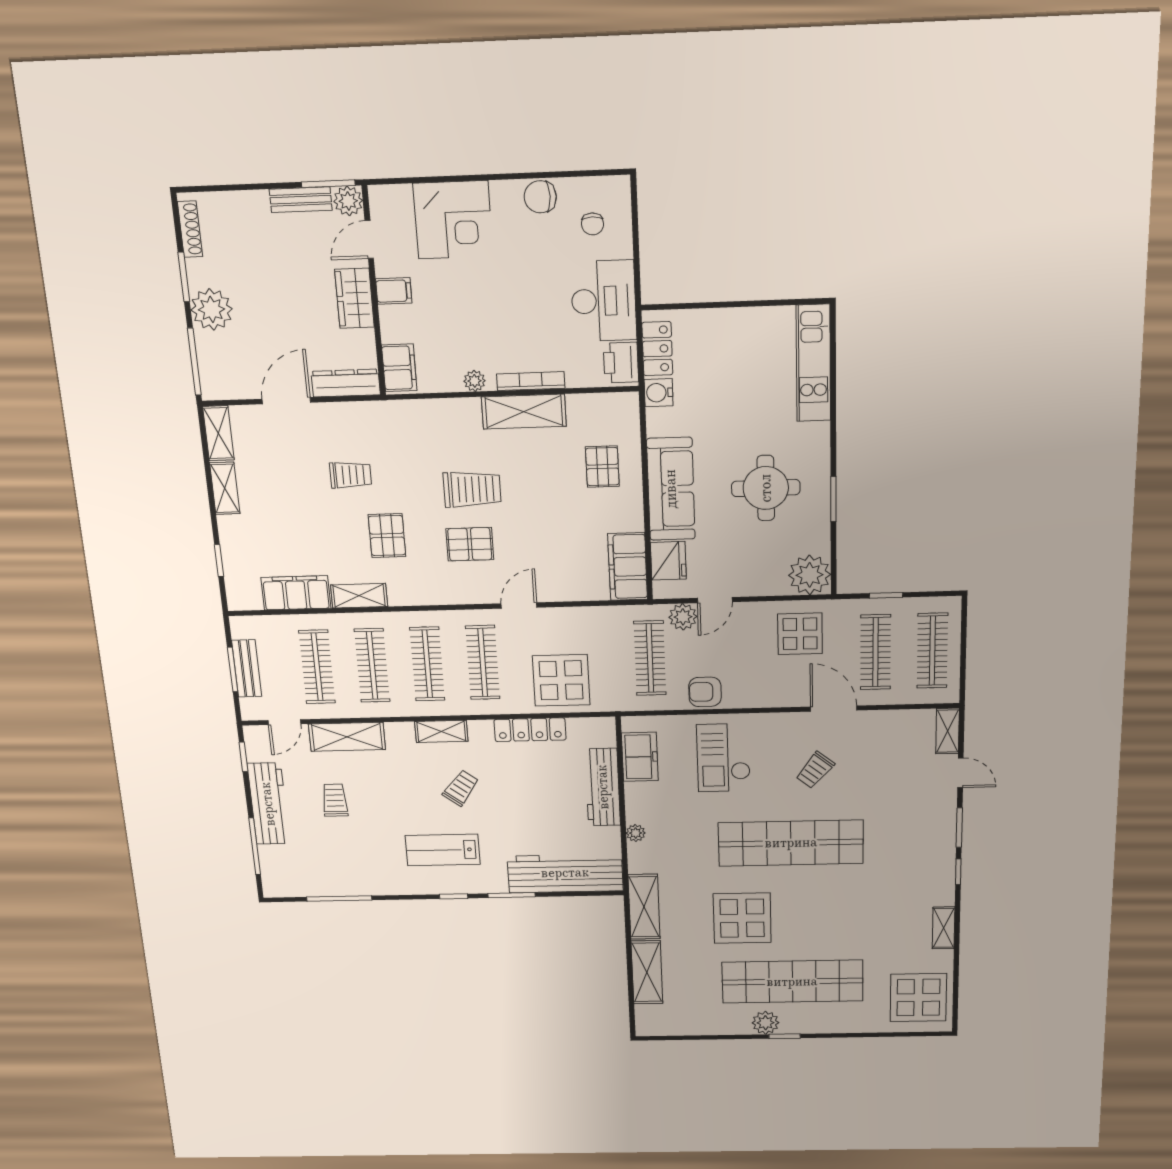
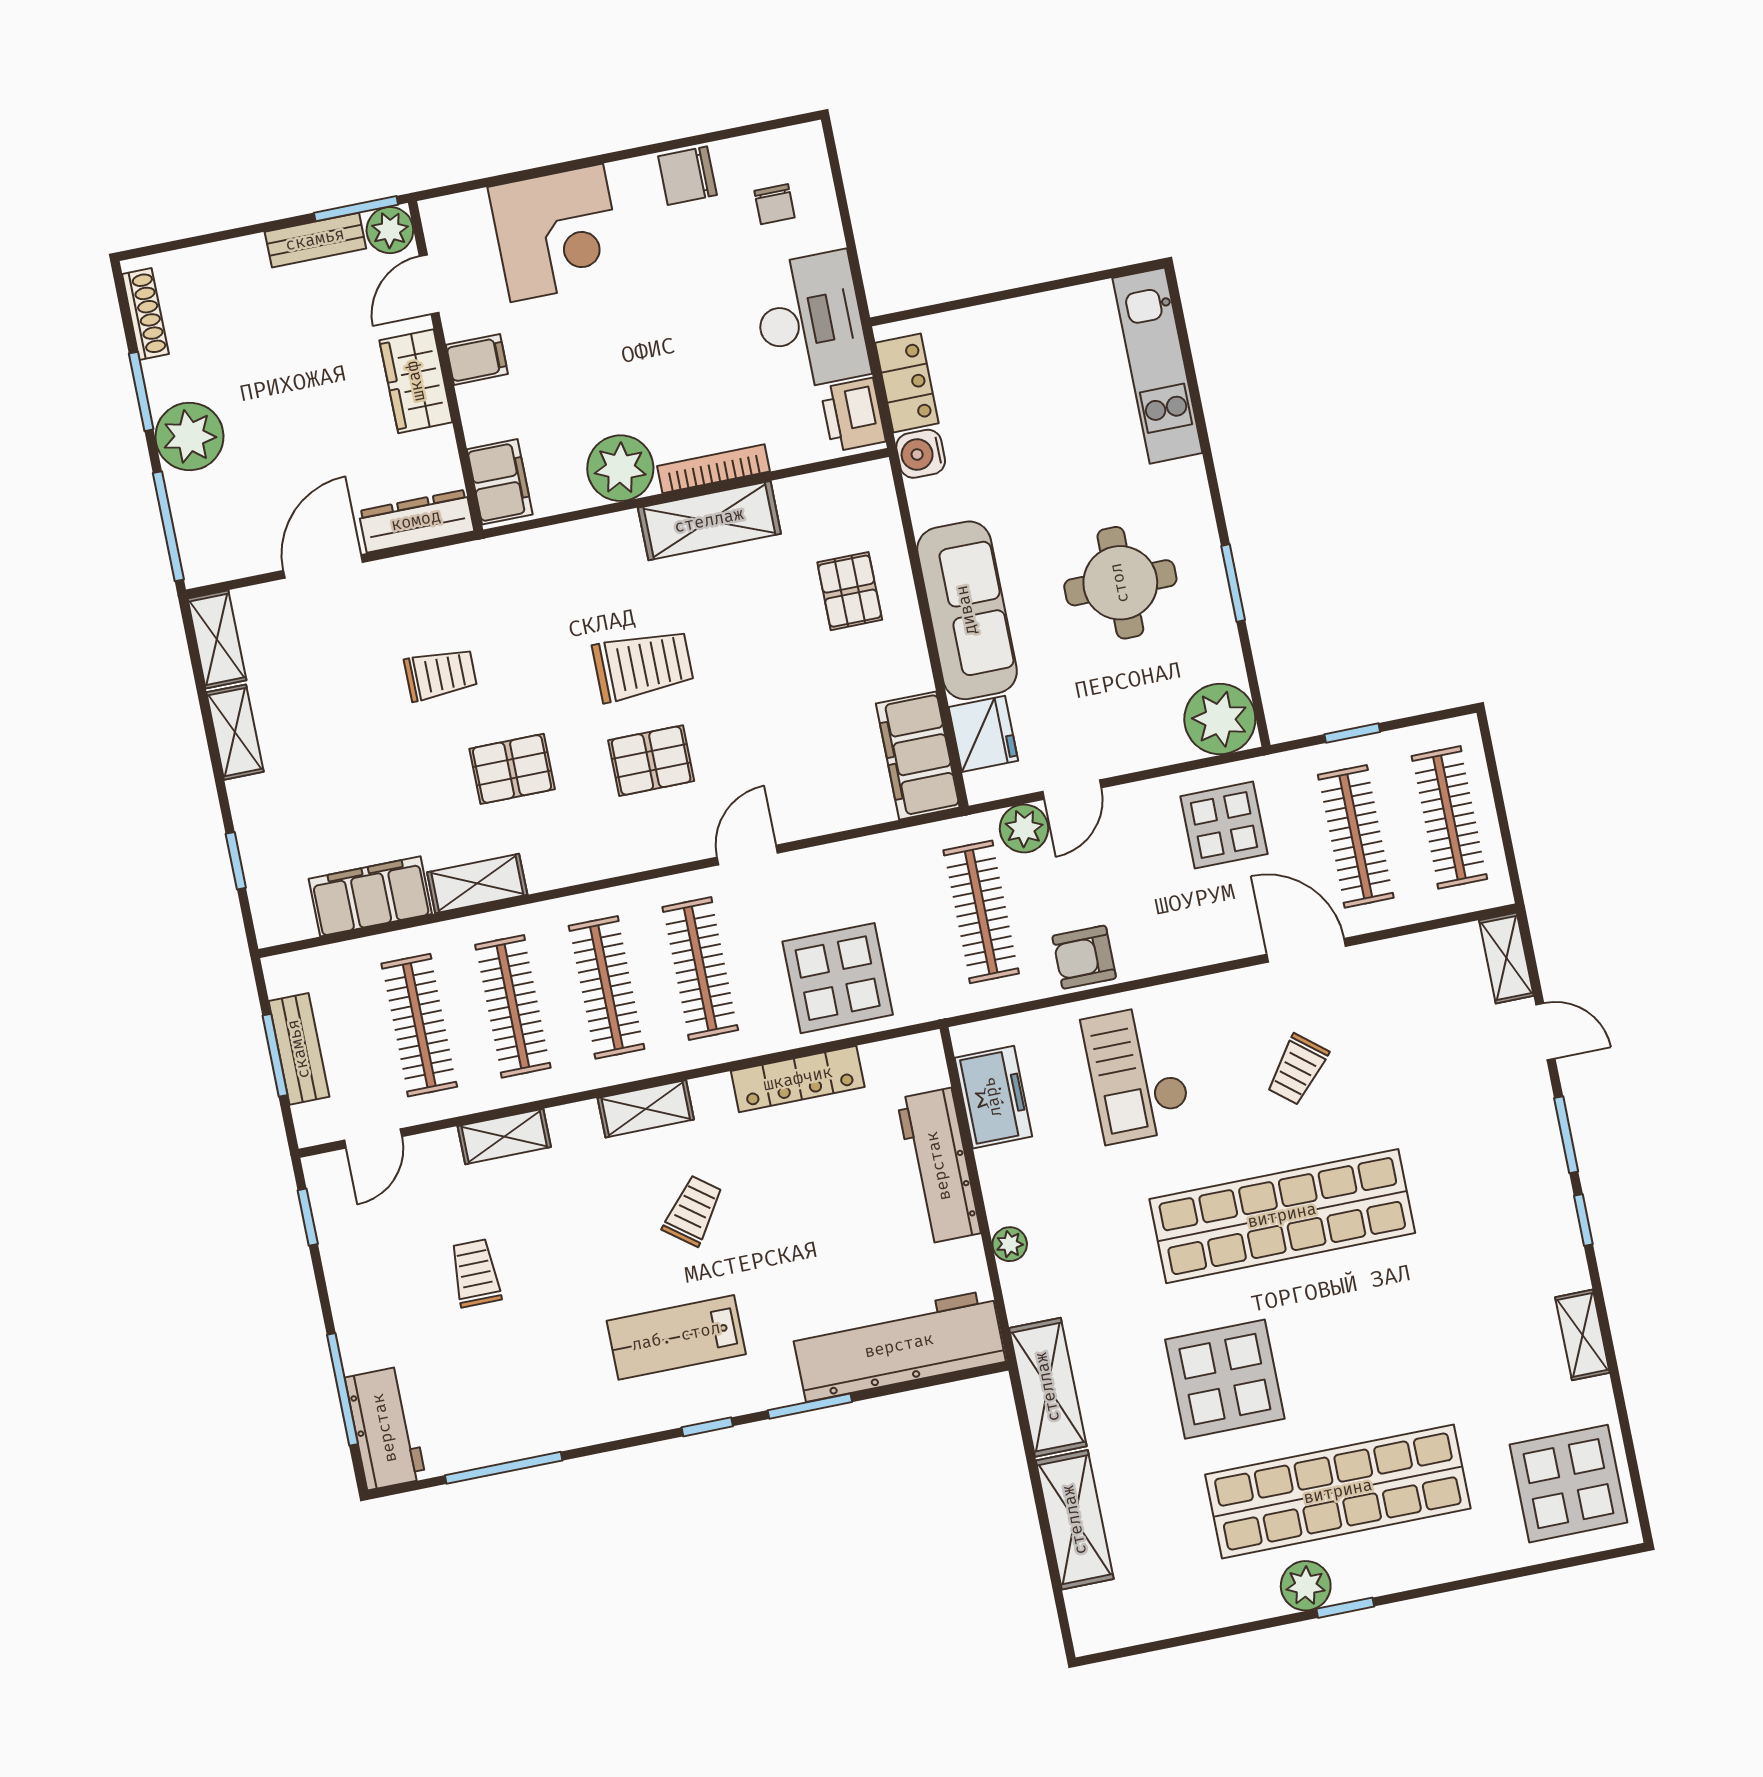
plant: (475, 381) -> (620, 468), width x1.88, depth x1.88
pallet: (387, 536) -> (512, 769), turned 90
shelving: (347, 737) -> (504, 1137), width x0.67, depth x0.75
workbench: (268, 804) -> (385, 1428), moved, width x0.73

